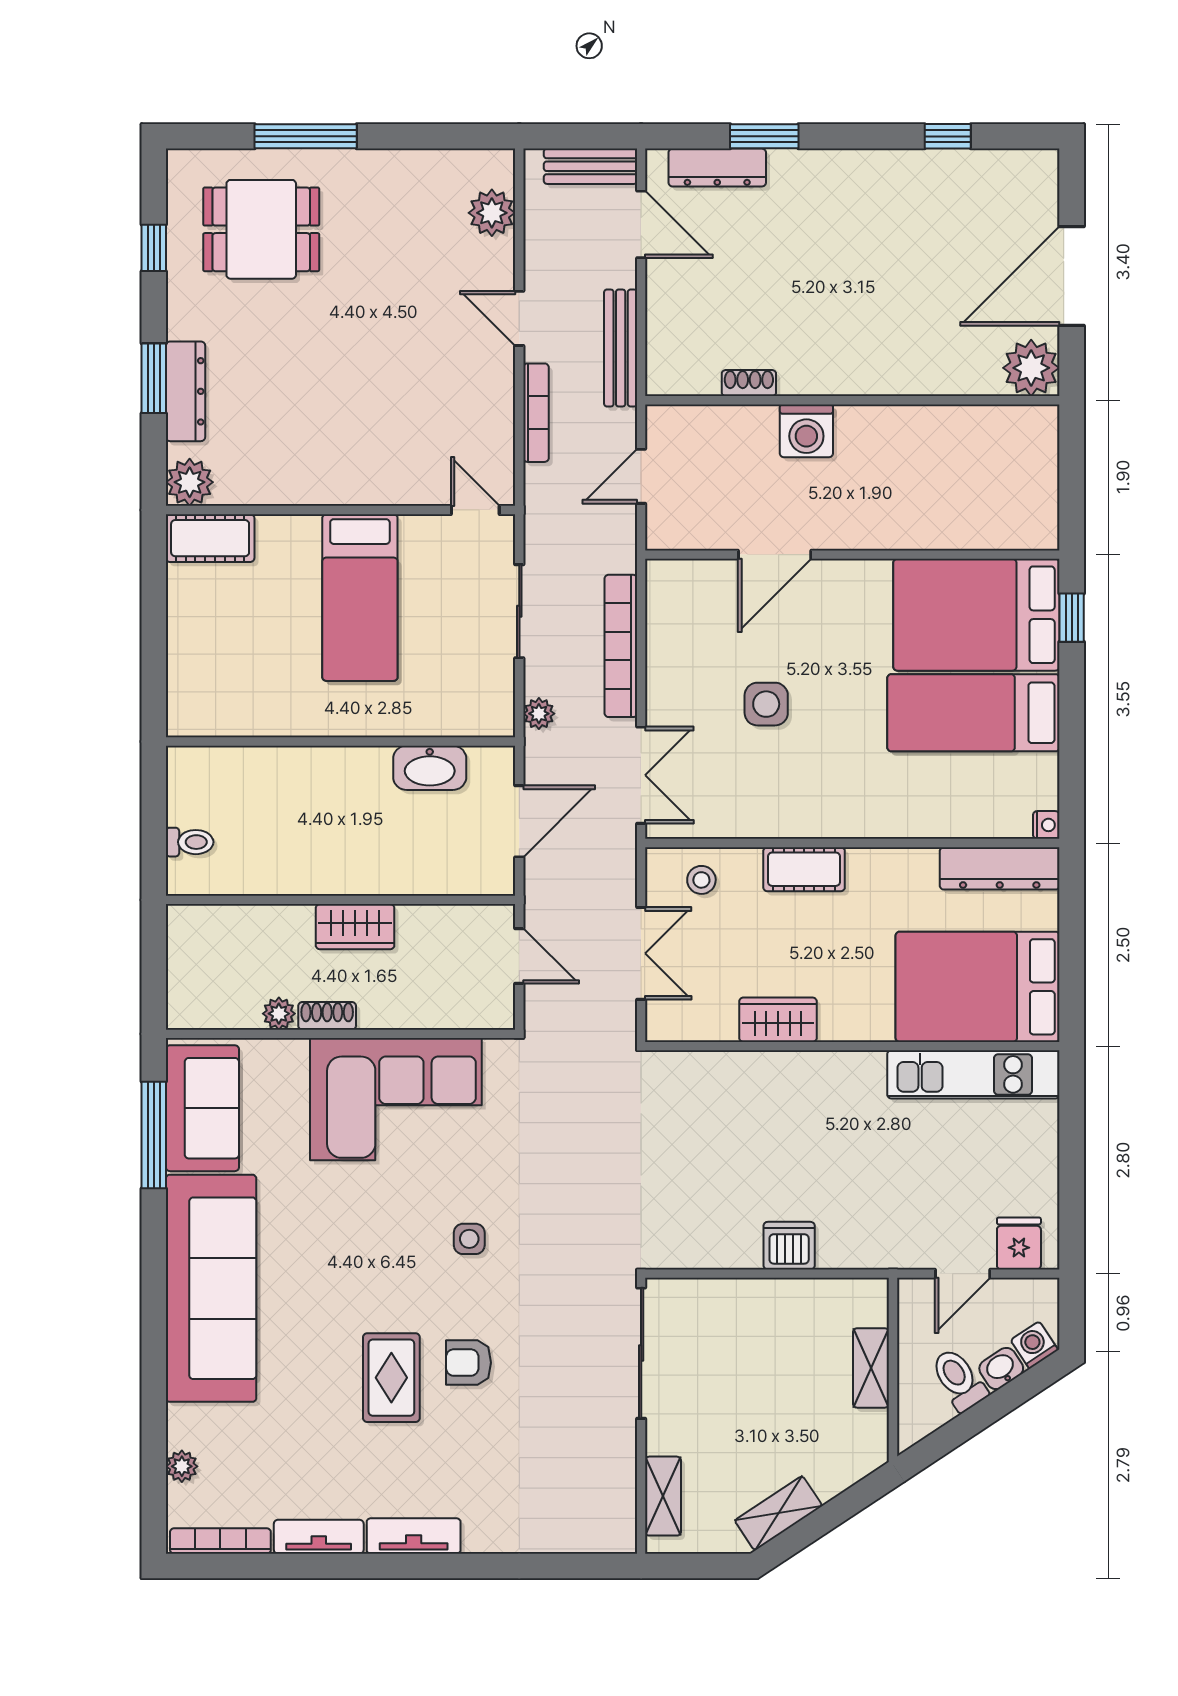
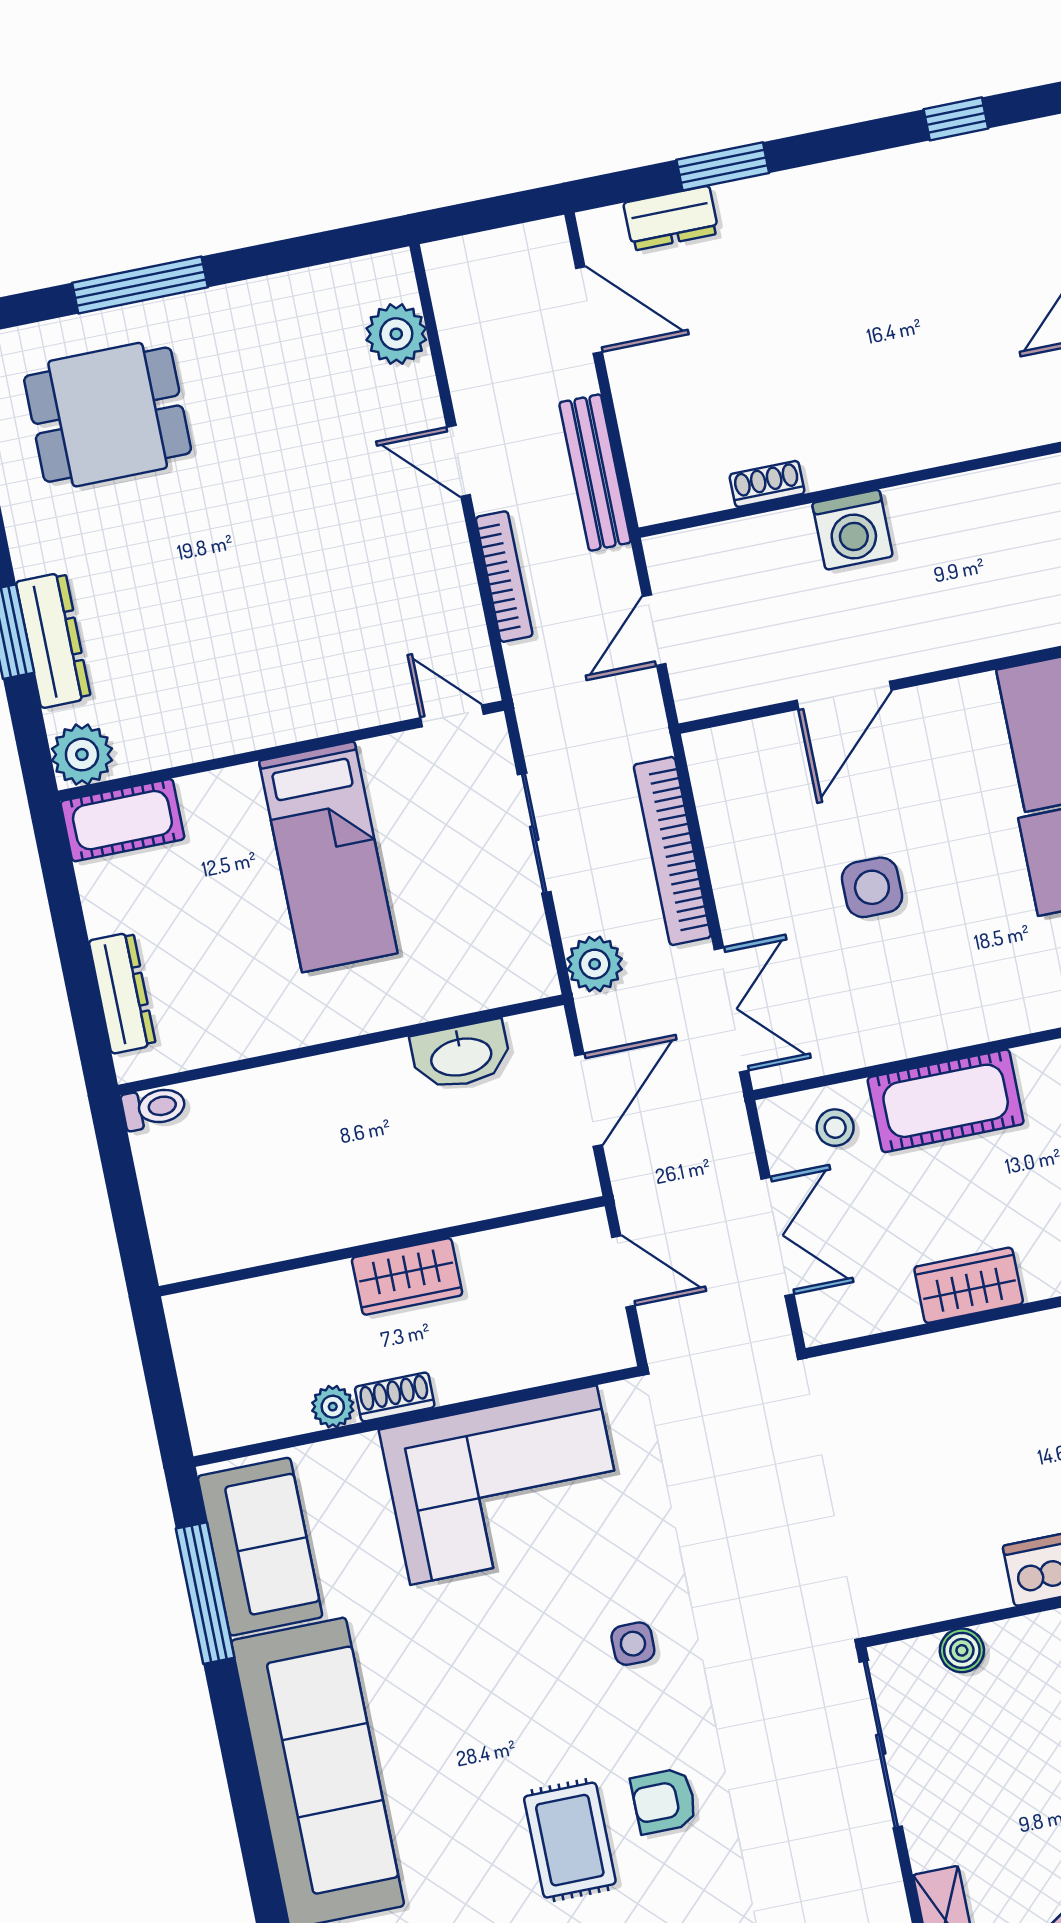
bench: (591, 166) -> (510, 249), removed
dresser: (717, 168) -> (671, 218), width x0.70
dresser: (183, 669) -> (122, 993), added
plant: (539, 714) -> (595, 964), width x1.38, depth x1.38
toilet: (190, 842) -> (154, 1108), moved
cot: (804, 869) -> (946, 1101), width x1.37, depth x1.34
boiler: (717, 1295) -> (962, 1650), added

